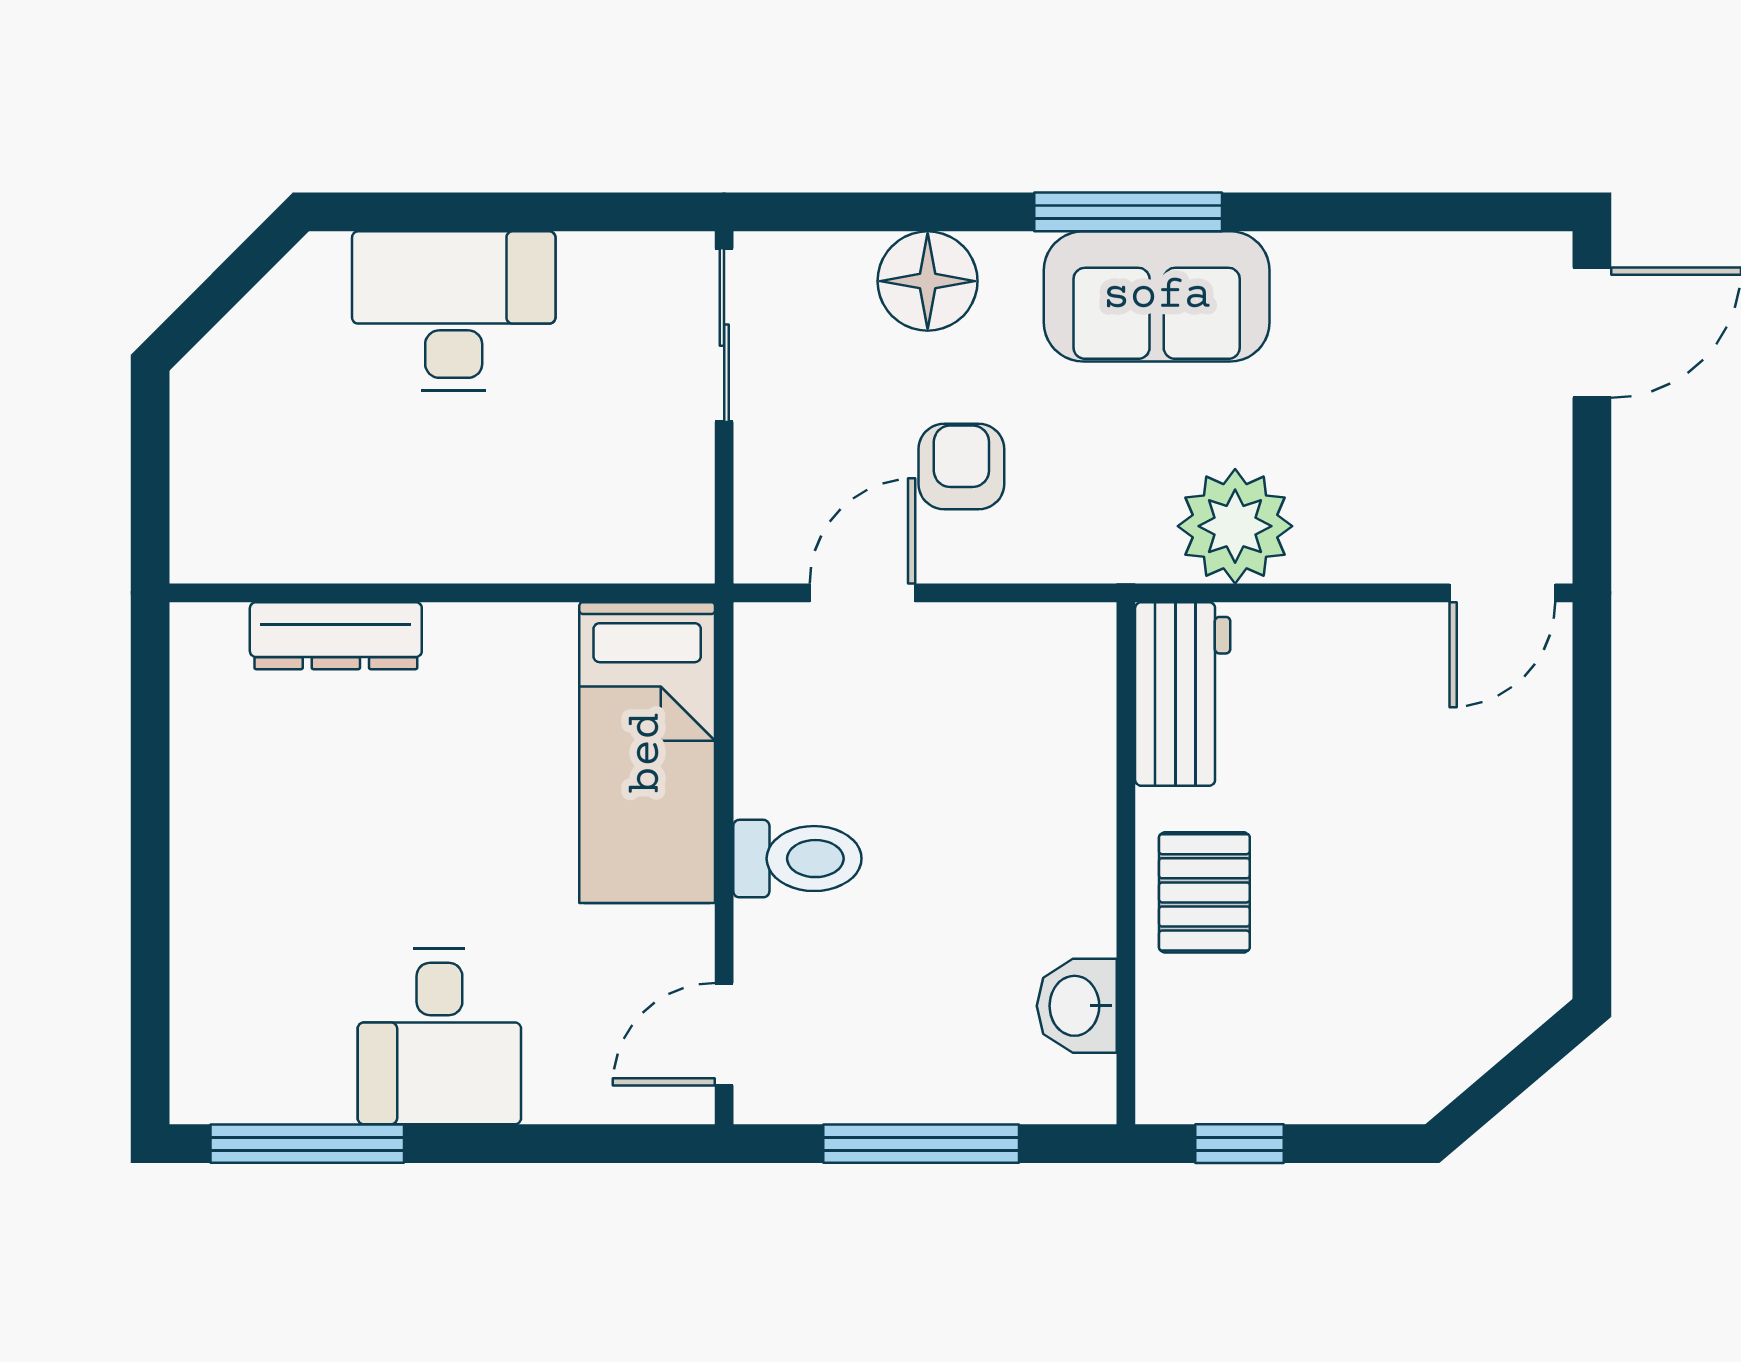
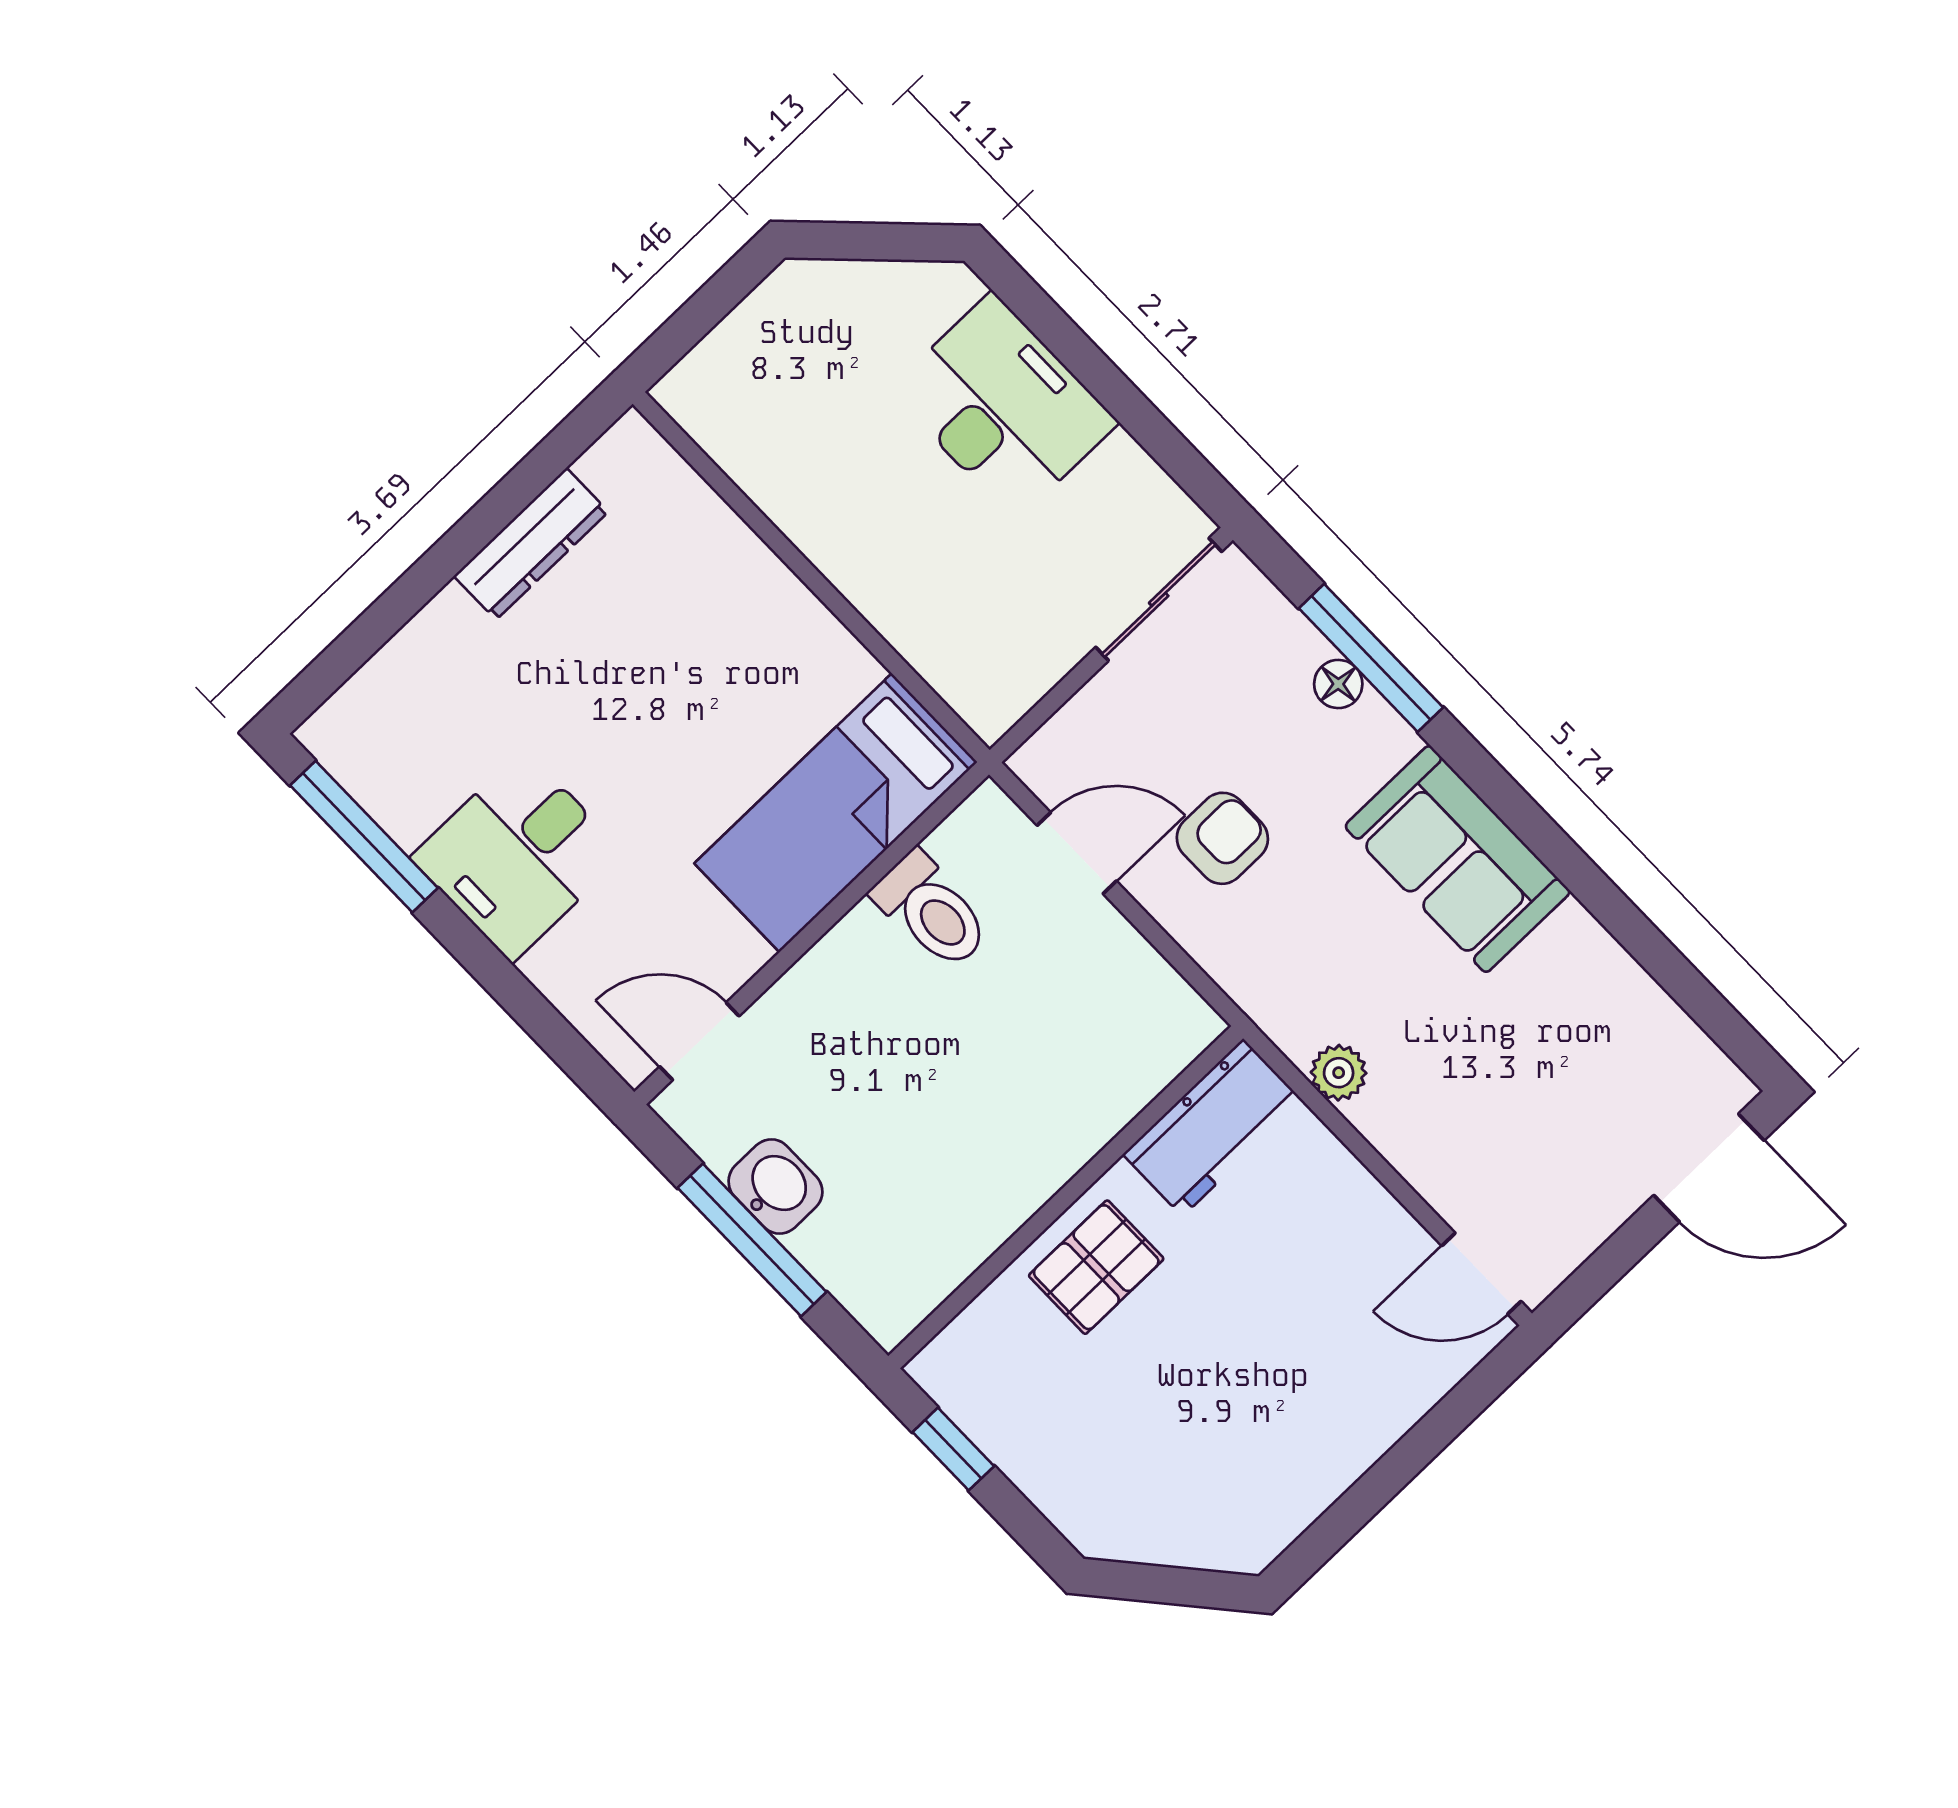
window: (1128, 212) -> (1371, 658), moved
floor lamp: (928, 281) -> (1338, 684), width x0.53, depth x0.53
plant: (1235, 526) -> (1339, 1073), width x0.53, depth x0.53
dresser: (336, 636) -> (531, 544), moved, turned -90
toilet: (797, 859) -> (932, 911), moved
washbasin: (1077, 1006) -> (775, 1187), moved, turned 90

